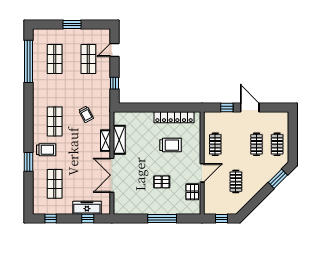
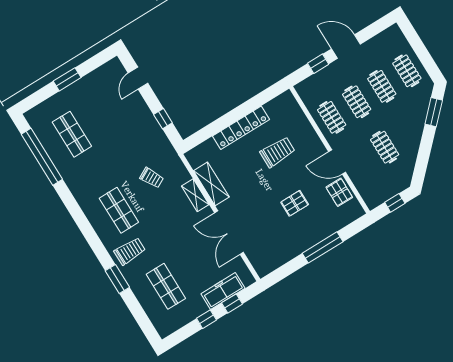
shop shelf: (88, 59) -> (113, 109), removed
locker: (174, 117) -> (241, 128), moved
clothes rail: (236, 144) -> (357, 102), added
door: (202, 173) -> (337, 162), swing flipped
window: (51, 218) -> (206, 319), moved

